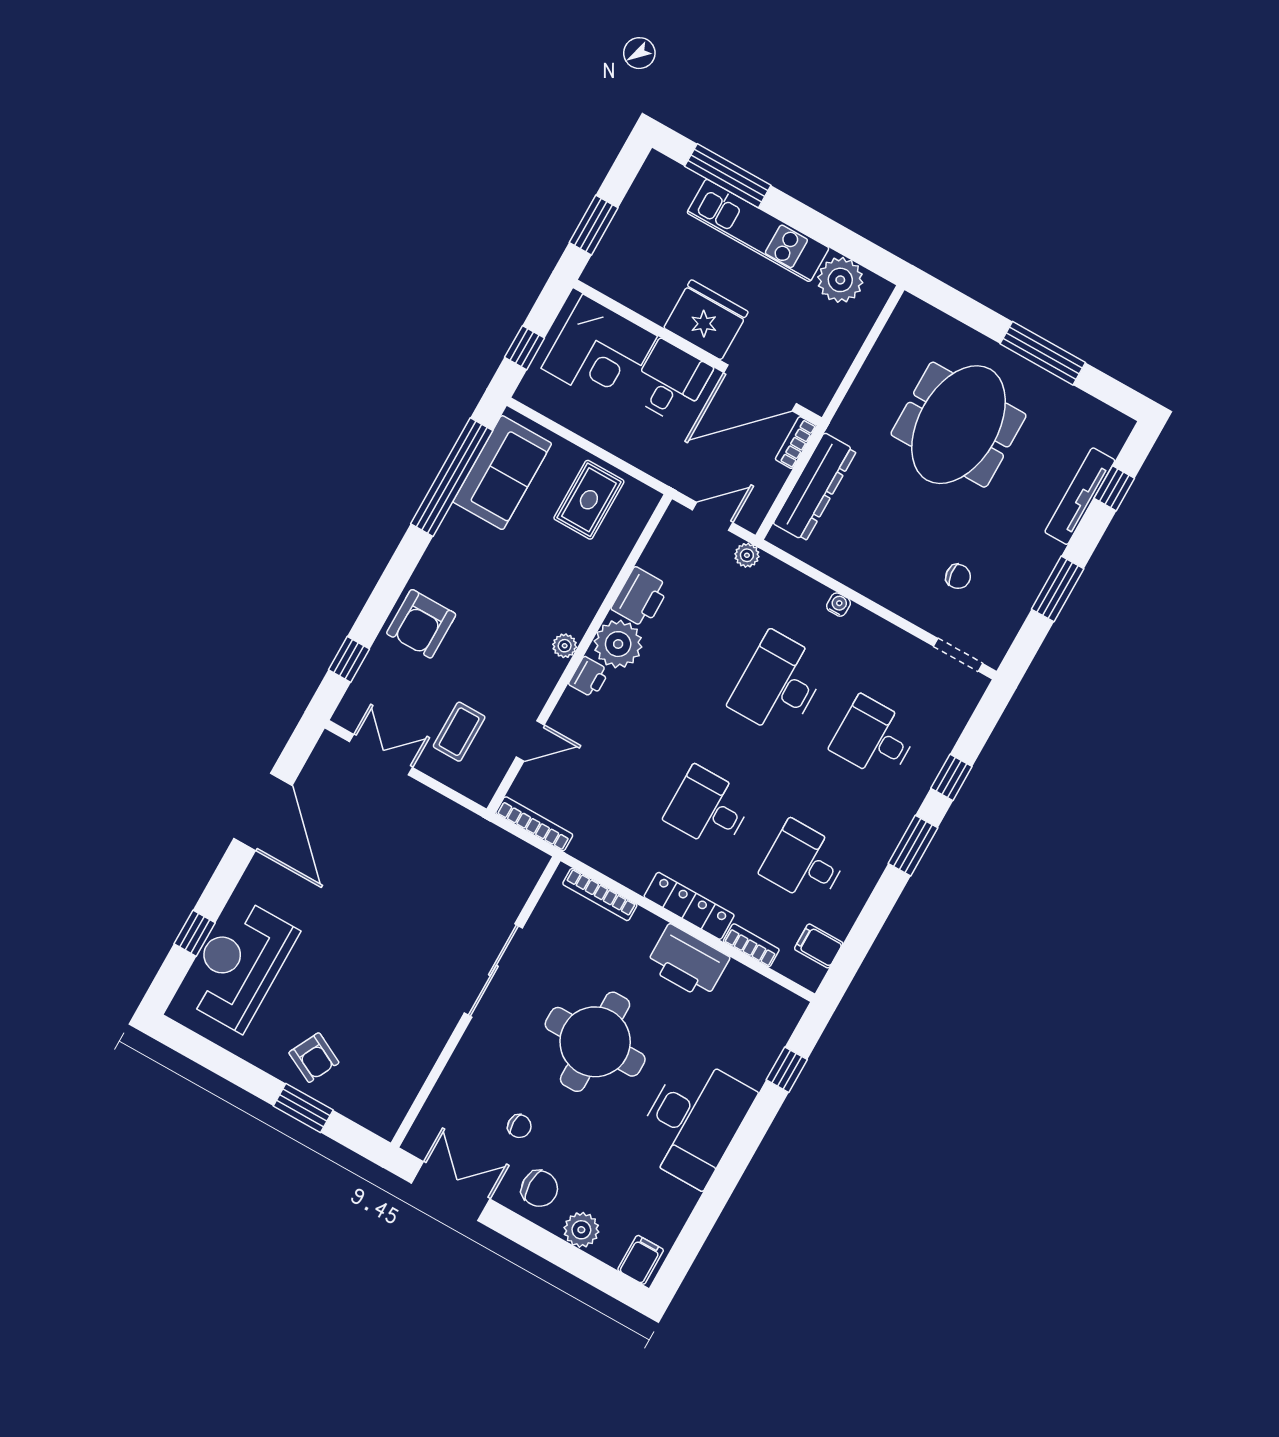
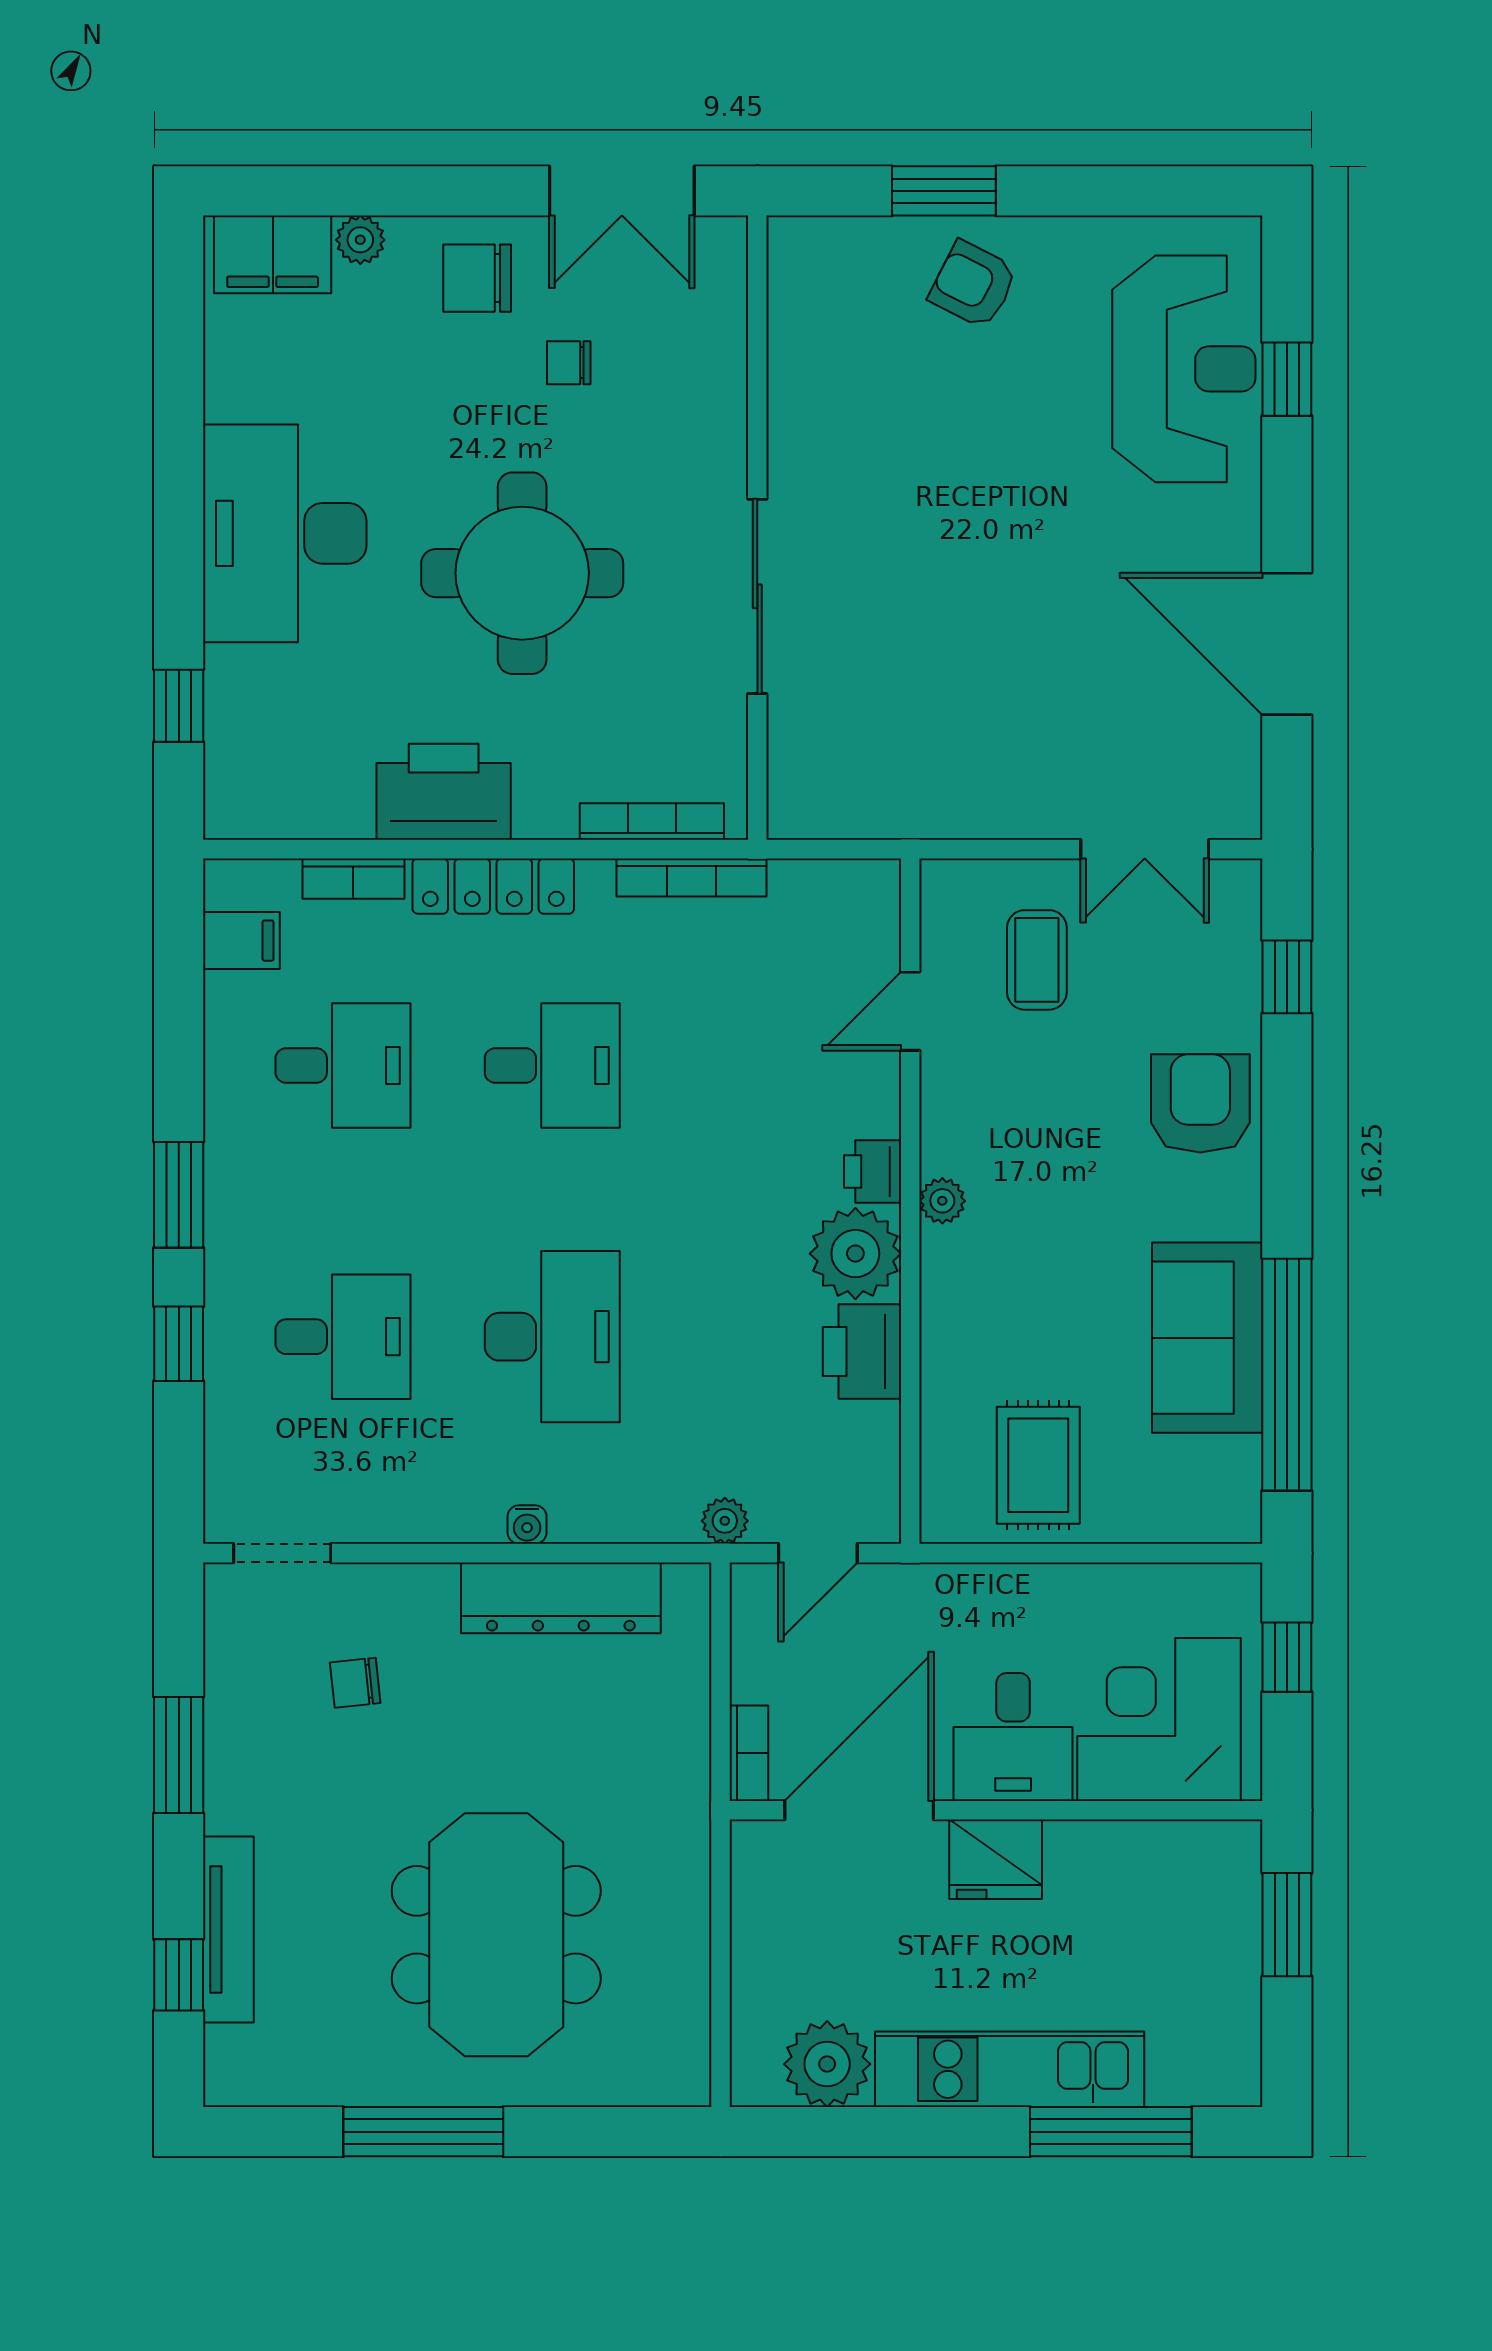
fridge: (706, 320) -> (996, 1859), width x0.73, depth x0.75
sofa: (502, 473) -> (1207, 1338), moved
dresser: (815, 487) -> (561, 1598), moved, turned -90
bookcase: (534, 824) -> (692, 877), moved
plant: (581, 1230) -> (360, 240), width x0.73, depth x0.73
filing cabinet: (641, 1260) -> (273, 254), width x2.00

